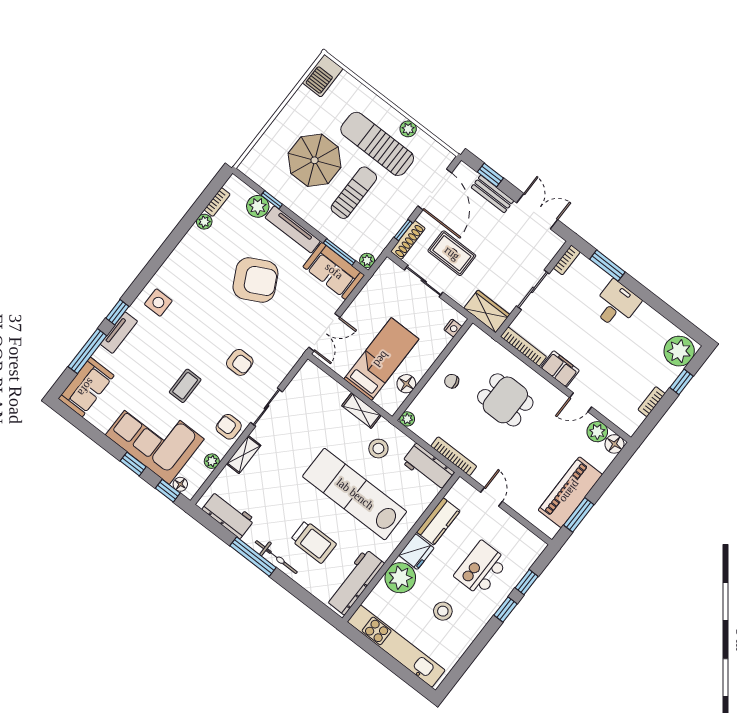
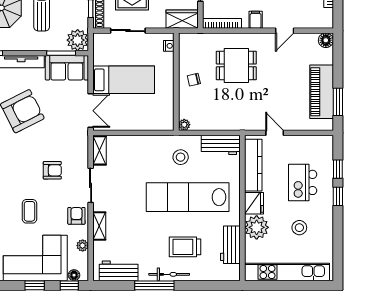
plant: (367, 260) -> (78, 40), width x1.87, depth x1.87
bed: (381, 359) -> (124, 80), moved, turned 90
filing cabinet: (560, 369) -> (256, 20), width x0.50
floor lamp: (406, 384) -> (167, 103), removed
shelving: (361, 411) -> (99, 150), moved, turned 90
armchair: (229, 427) -> (76, 216), turned 90
plant: (597, 432) -> (309, 41), removed
bookcase: (454, 456) -> (231, 126), removed
kitchen counter: (438, 521) -> (253, 165), width x1.50
trolley: (313, 542) -> (185, 247), turned 180
workbench: (355, 582) -> (230, 245), width x0.73

